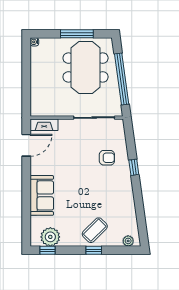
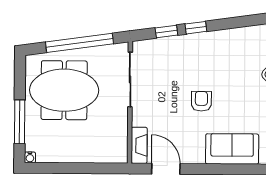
window: (77, 34) -> (20, 122), moved
window: (131, 145) -> (166, 31), added
armchair: (107, 158) -> (201, 101), moved

